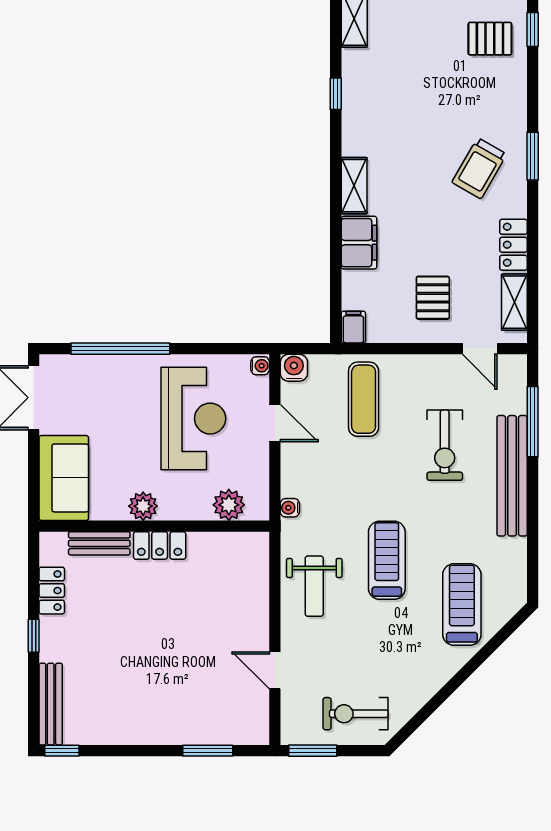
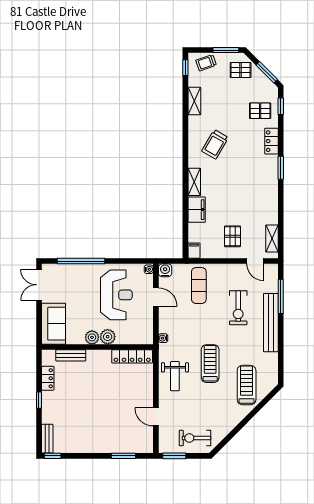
window: (336, 94) -> (185, 137), removed
trolley: (479, 168) -> (215, 144), moved
locker: (513, 245) -> (272, 141), moved
plant: (229, 505) -> (108, 337), moved
locker: (160, 545) -> (132, 356), moved, width x1.53
bench: (51, 704) -> (47, 439), width x0.73

